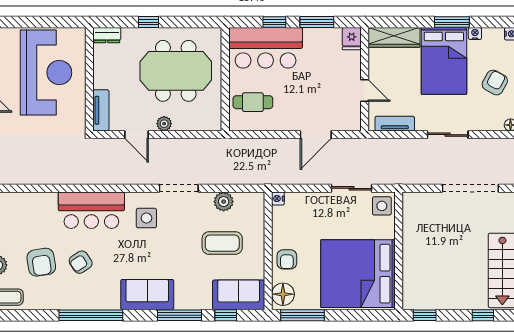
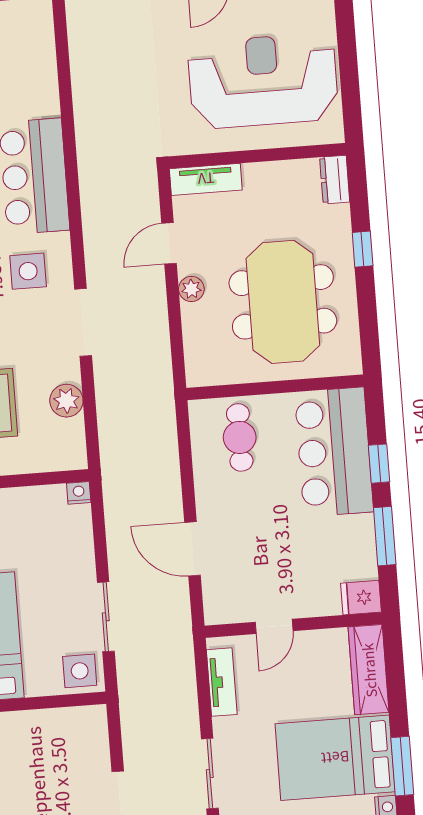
reception desk: (46, 73) -> (263, 81), turned 180

